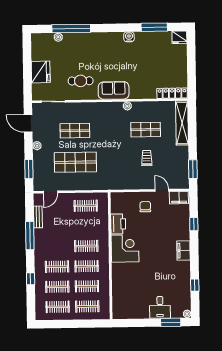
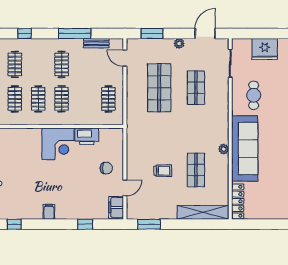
sofa: (114, 90) -> (245, 148), width x1.85, depth x1.27
filing cabinet: (184, 251) -> (49, 212), width x0.50
clothes rail: (57, 267) -> (62, 64), moved

